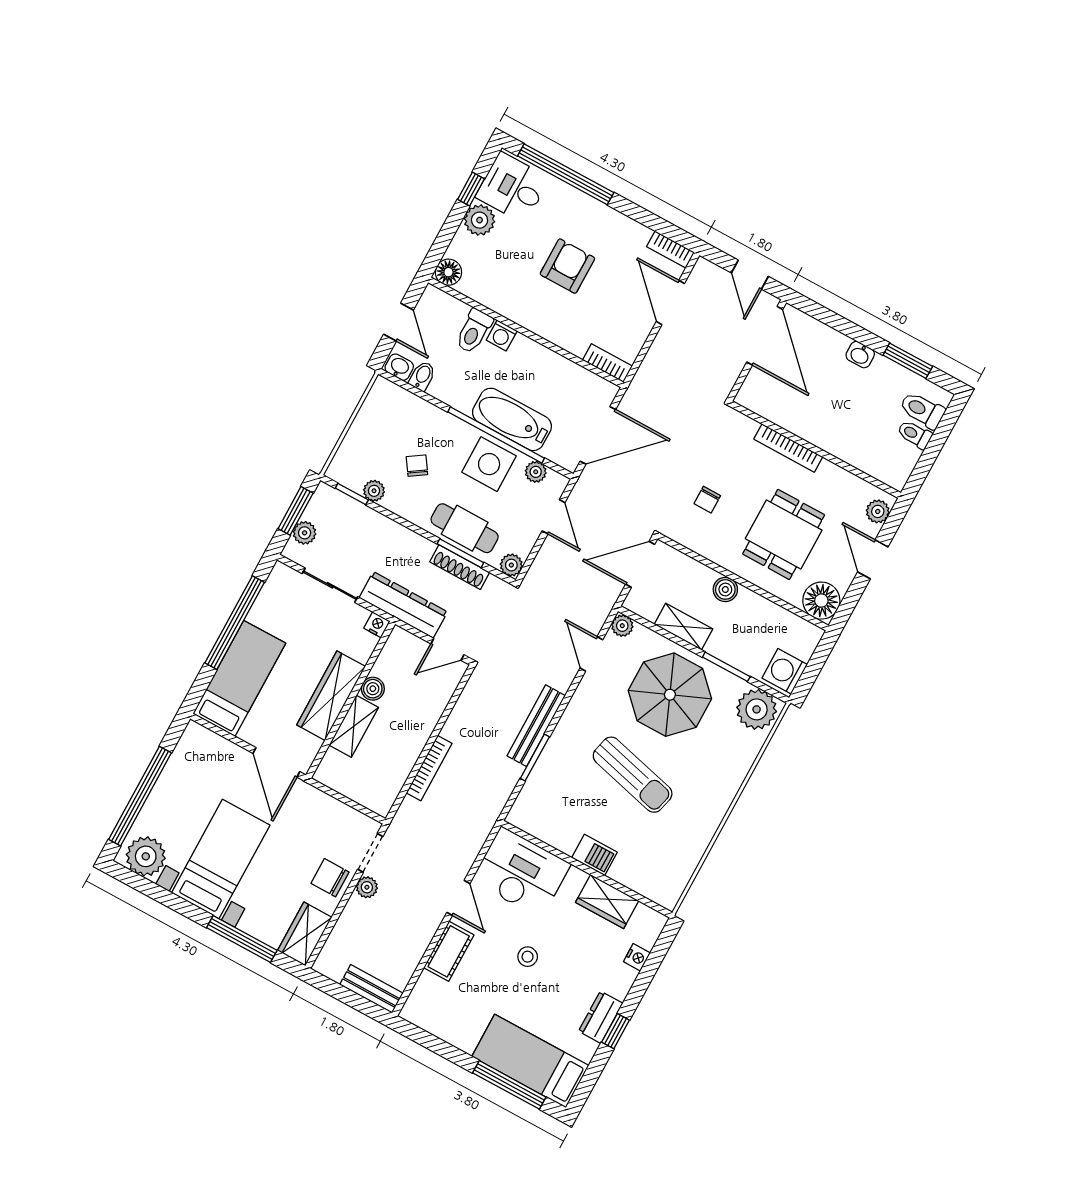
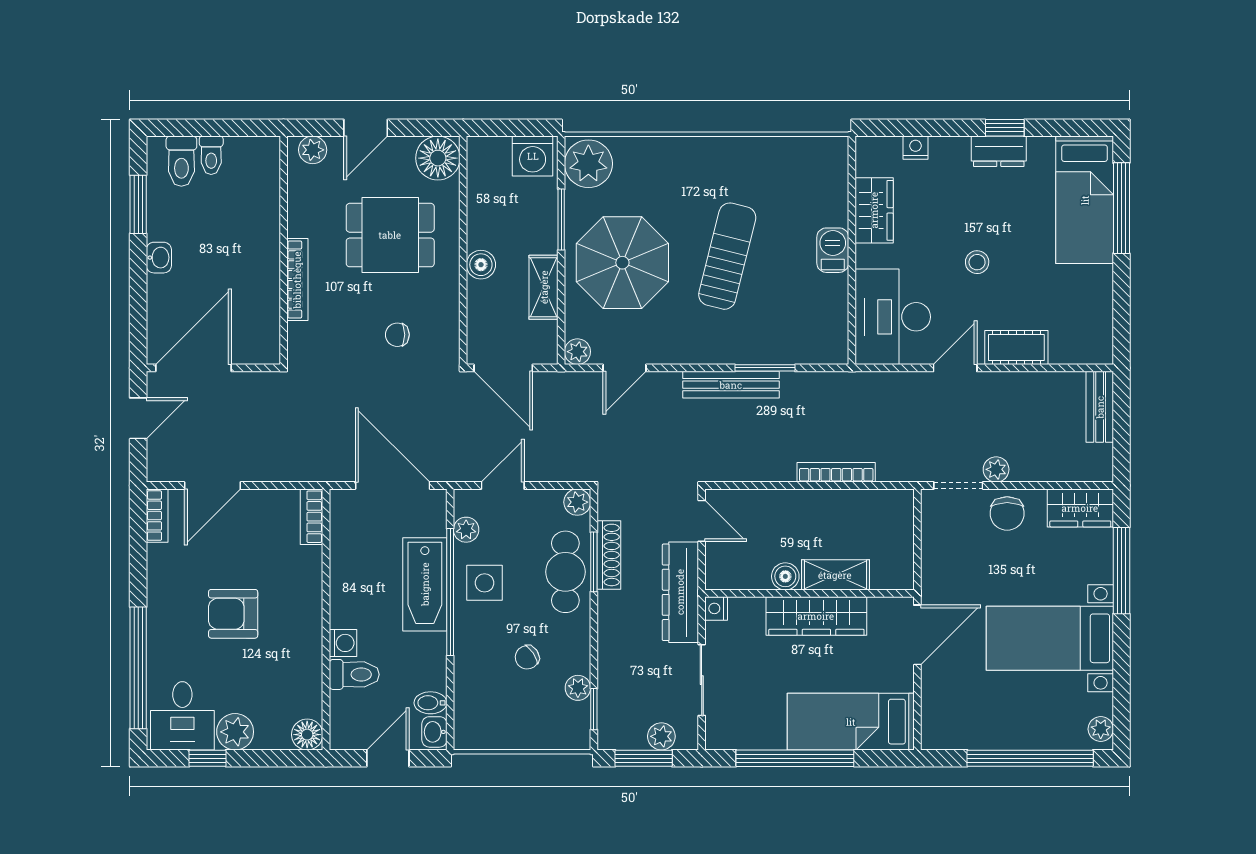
side table: (489, 464) -> (485, 583), width x0.73, depth x0.73
chair: (707, 500) -> (397, 335), turned 180
plant: (146, 856) -> (1101, 729), width x0.53, depth x0.53

